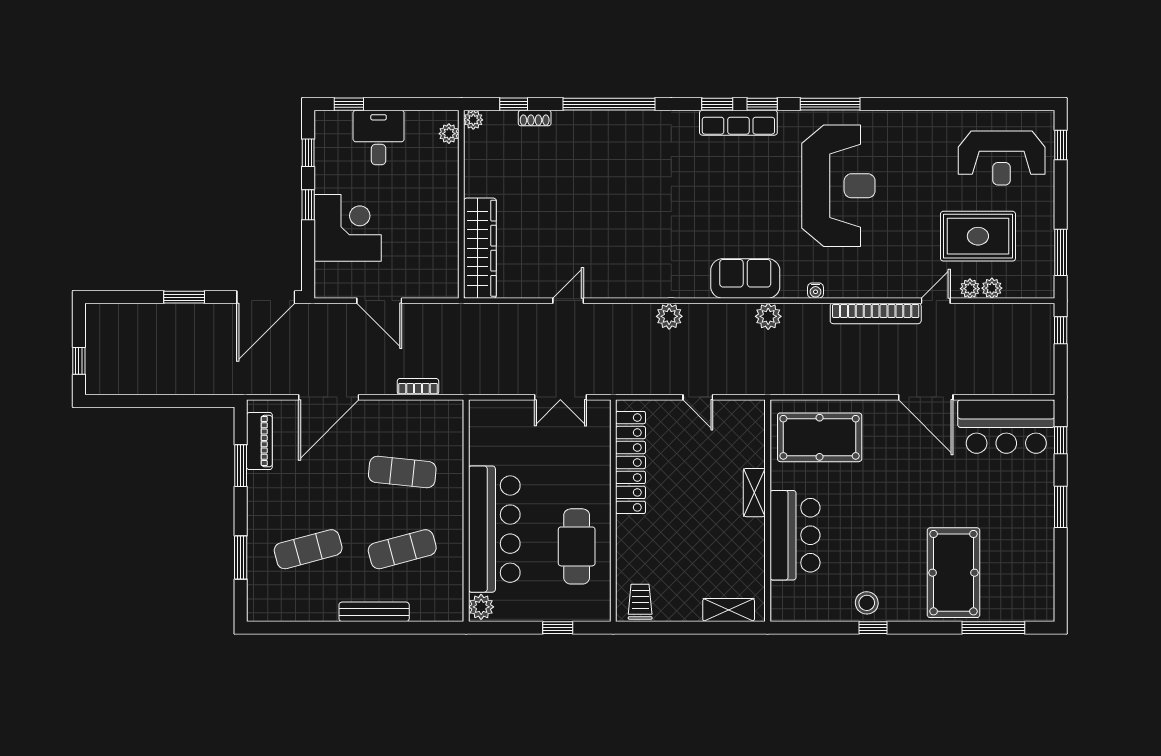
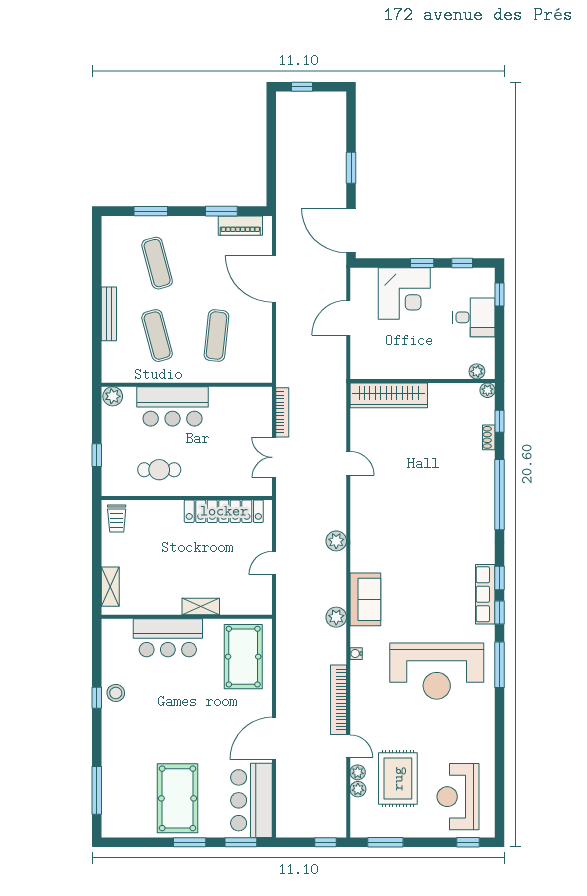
bookcase: (418, 387) -> (282, 412), moved, width x1.56
window: (1061, 440) -> (241, 842), width x1.50
bar counter: (494, 529) -> (173, 406), width x0.73
cafe table: (577, 546) -> (159, 470), width x0.73, depth x0.74
pool table: (953, 573) -> (177, 798), moved, turned 90
trolley: (640, 602) -> (117, 519), turned 90

